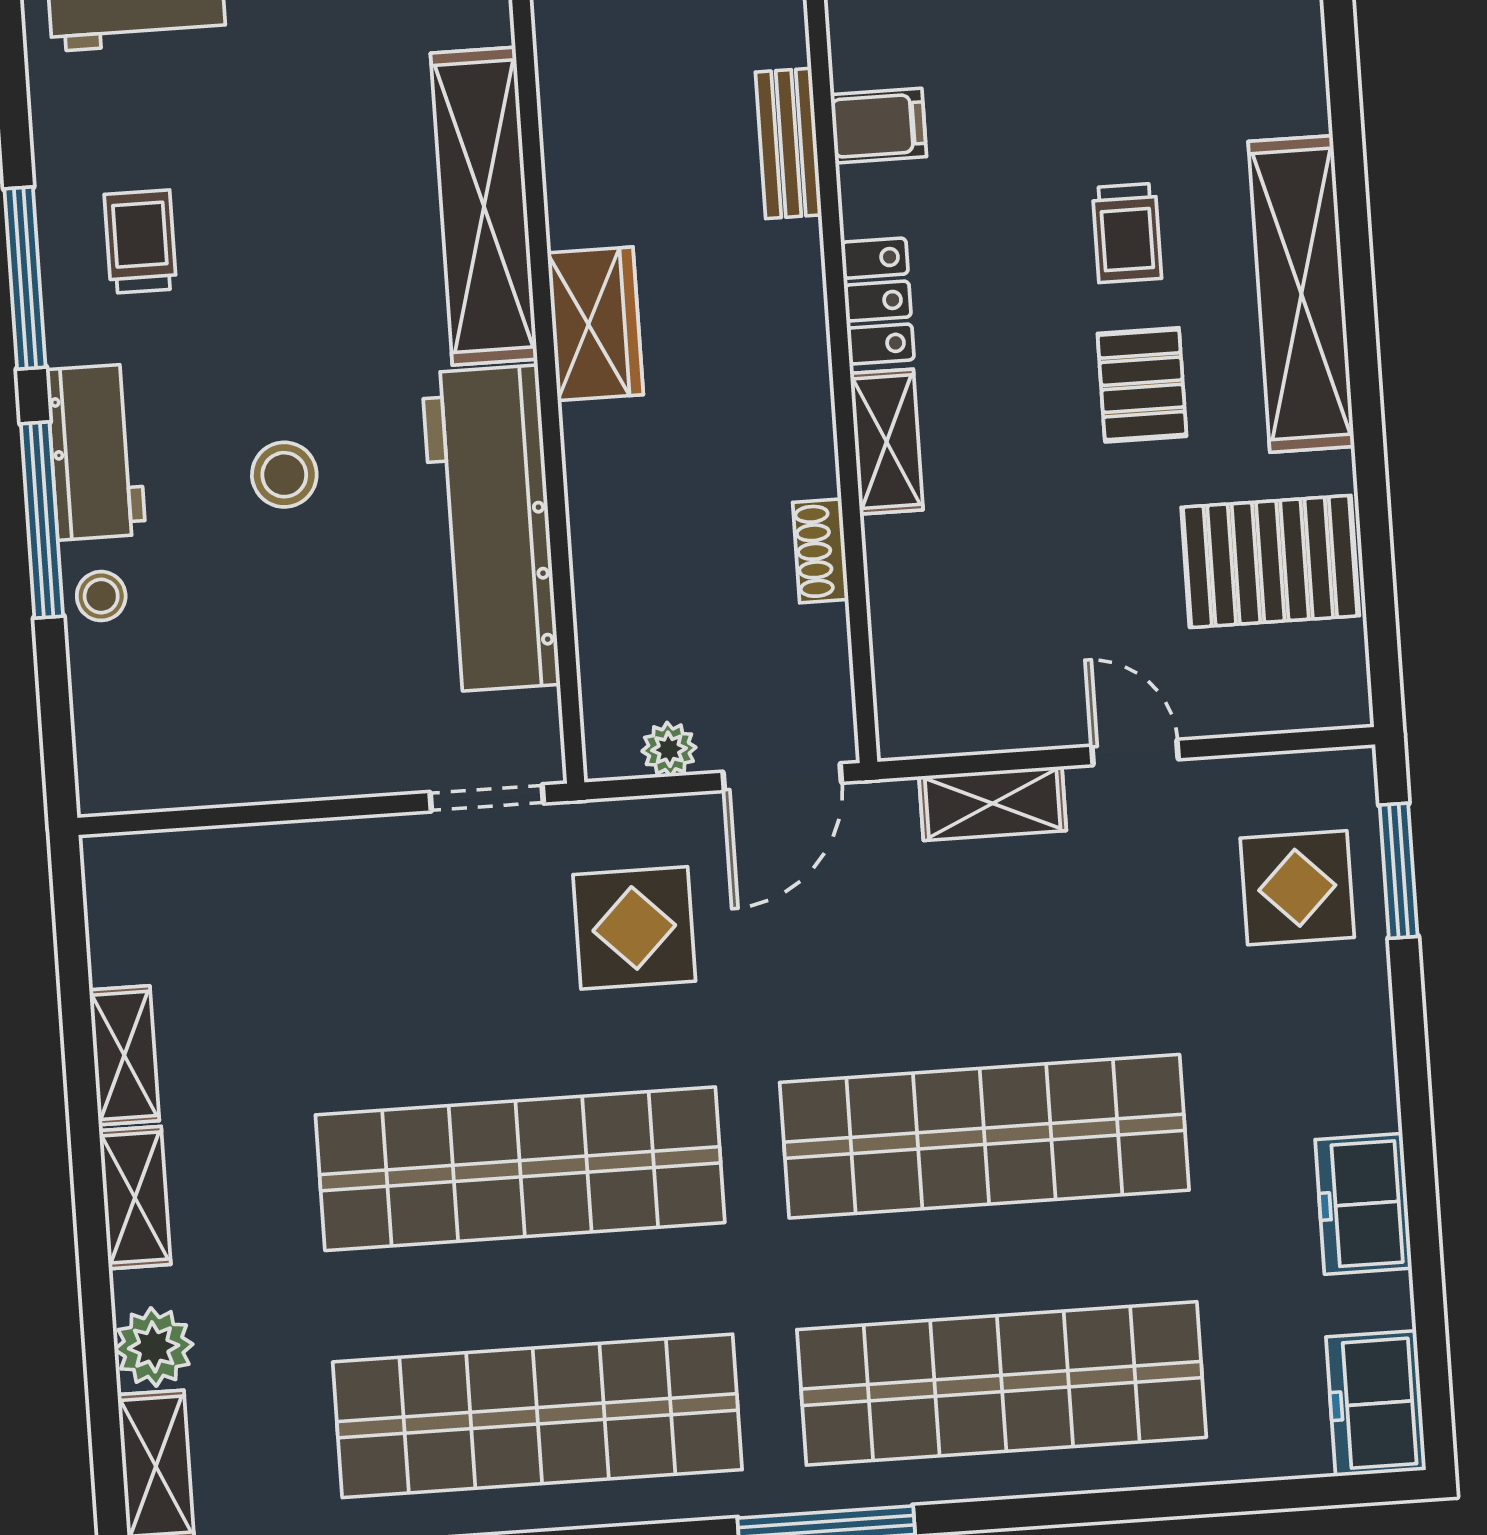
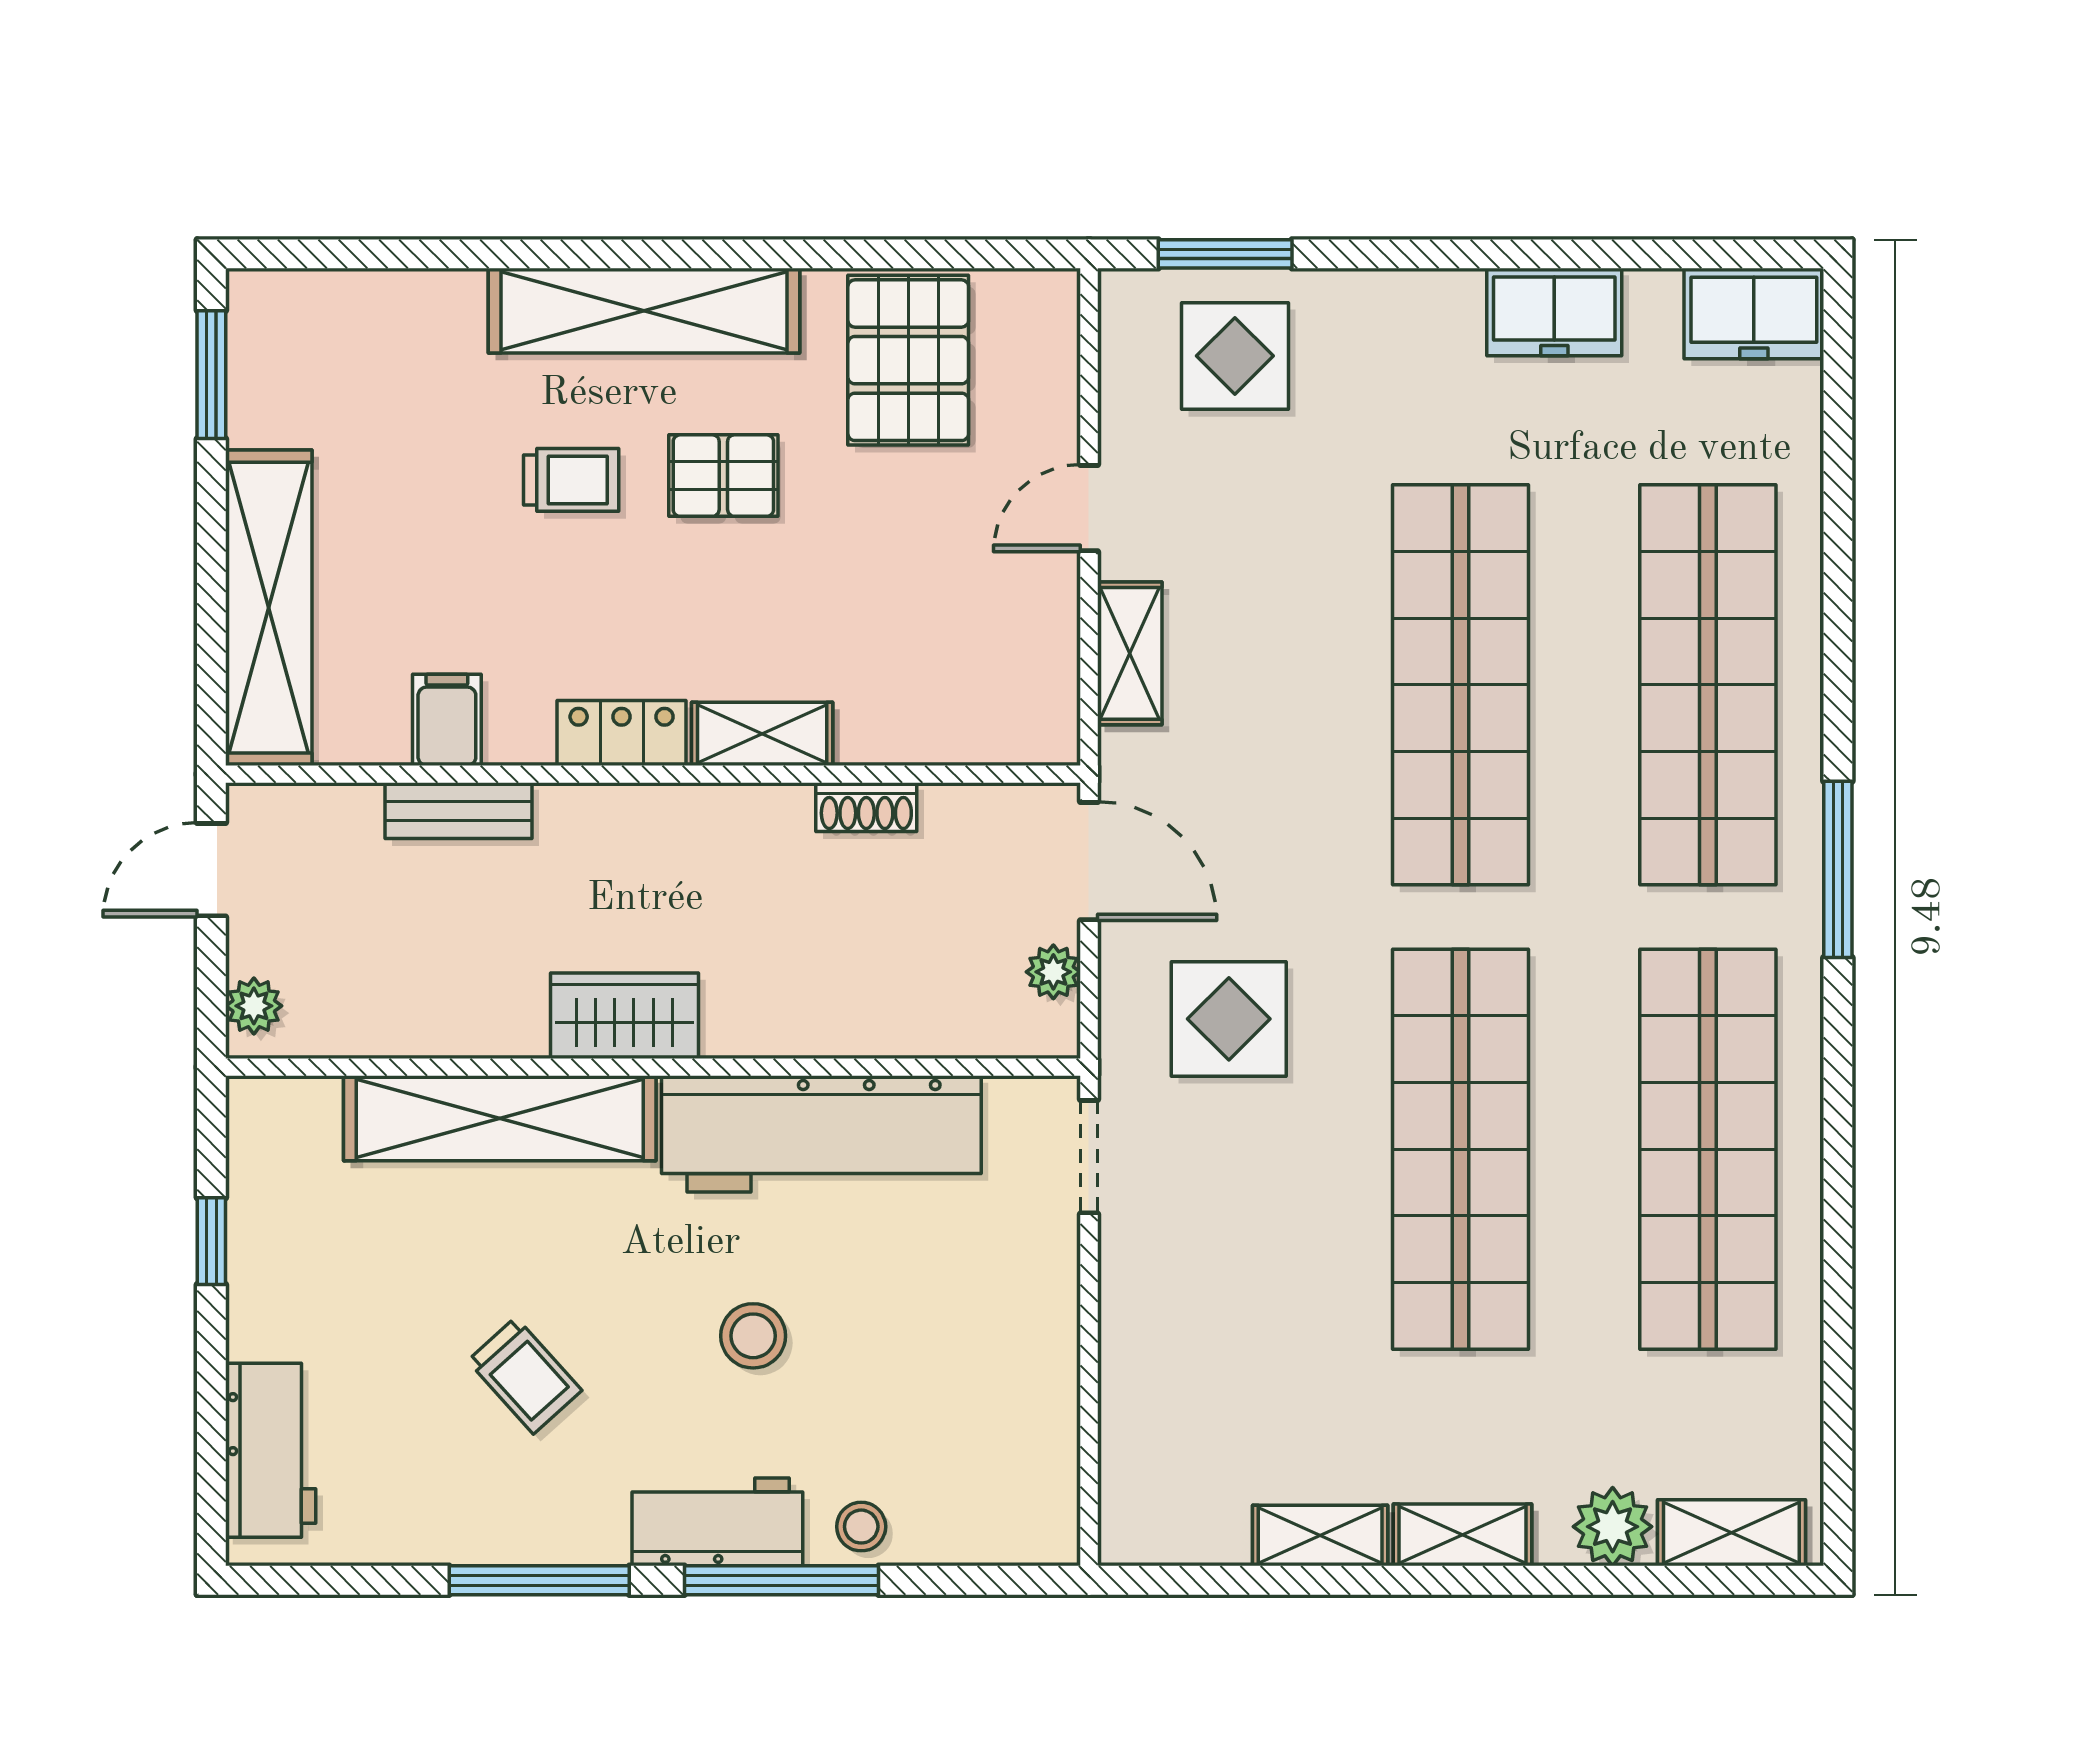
trolley: (140, 242) -> (525, 1376), moved, turned -132

